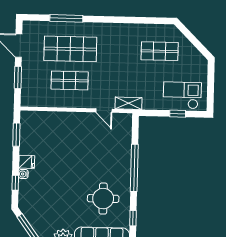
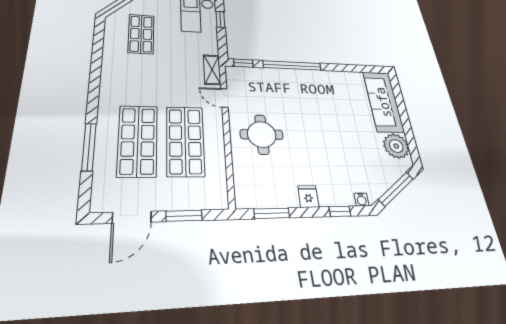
shop shelf: (70, 80) -> (185, 141), width x1.43, depth x1.36
door: (104, 111) -> (224, 98), swing flipped
water cooler: (23, 174) -> (362, 200), moved
round table: (103, 199) -> (262, 134), moved
window: (133, 218) -> (243, 63), moved

